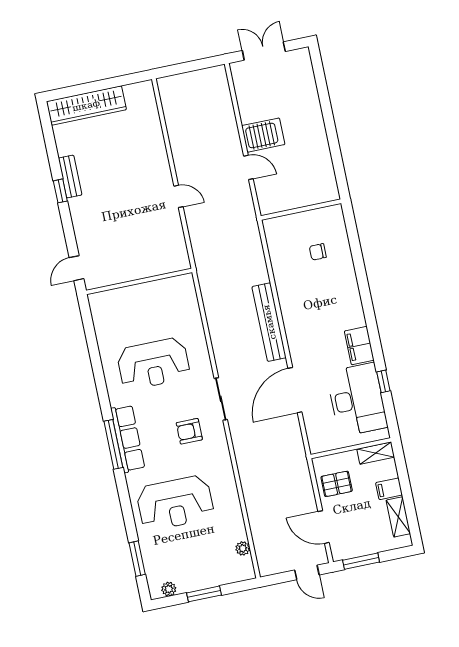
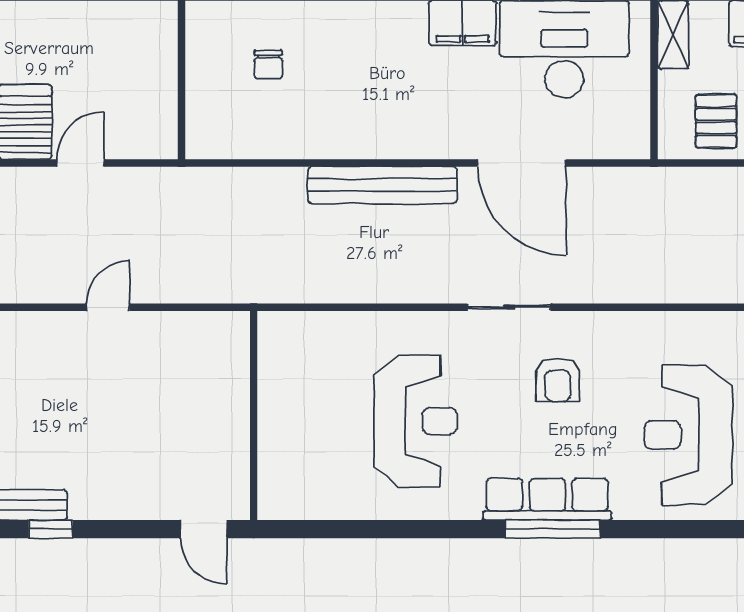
reception desk: (175, 503) -> (688, 435), turned 180

